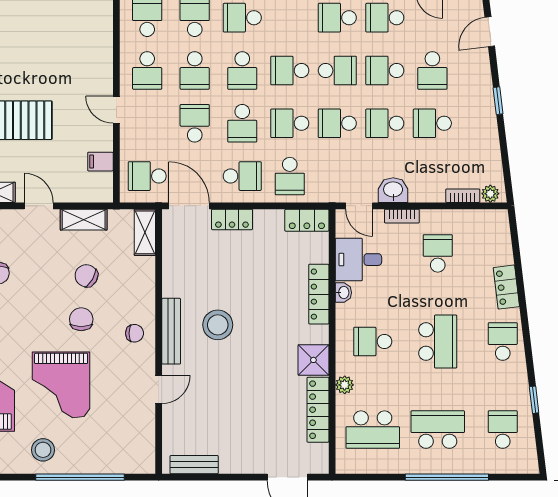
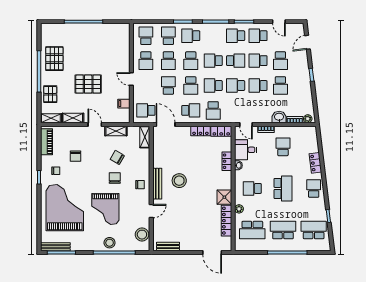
school desk: (432, 123) -> (280, 86), turned -90
washbasin: (393, 190) -> (279, 117), moved
locker: (232, 219) -> (200, 131), moved
locker: (319, 294) -> (227, 161), width x0.66
school desk: (503, 430) -> (314, 230), width x1.85
stool: (139, 439) -> (142, 235), added
stool: (43, 450) -> (110, 243), moved

